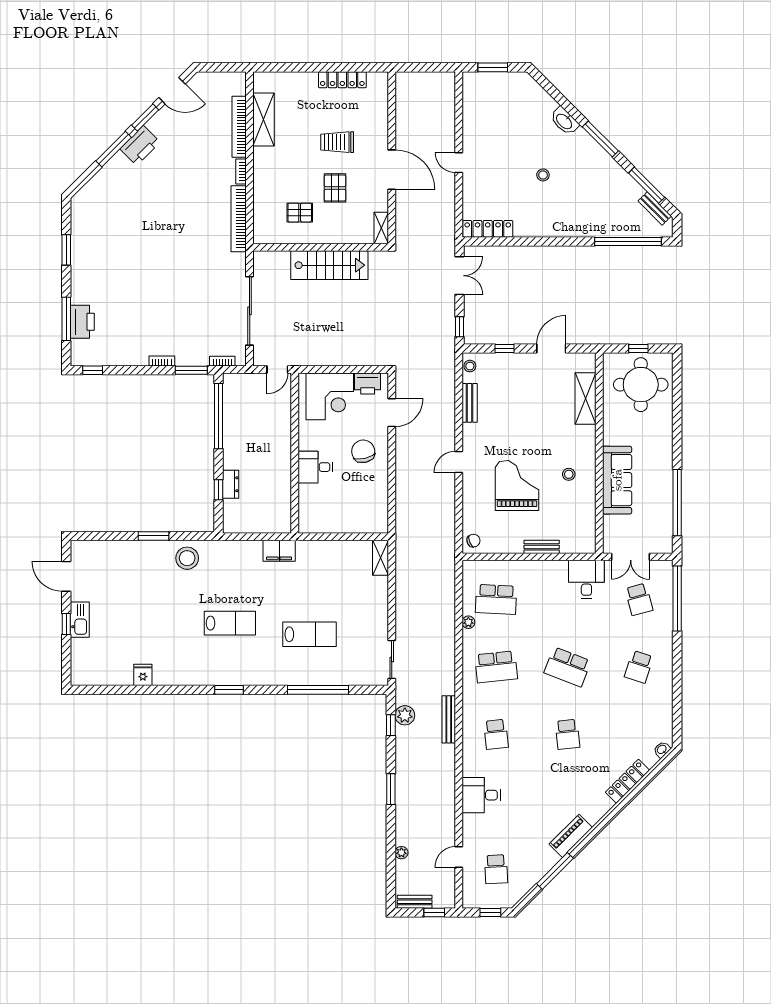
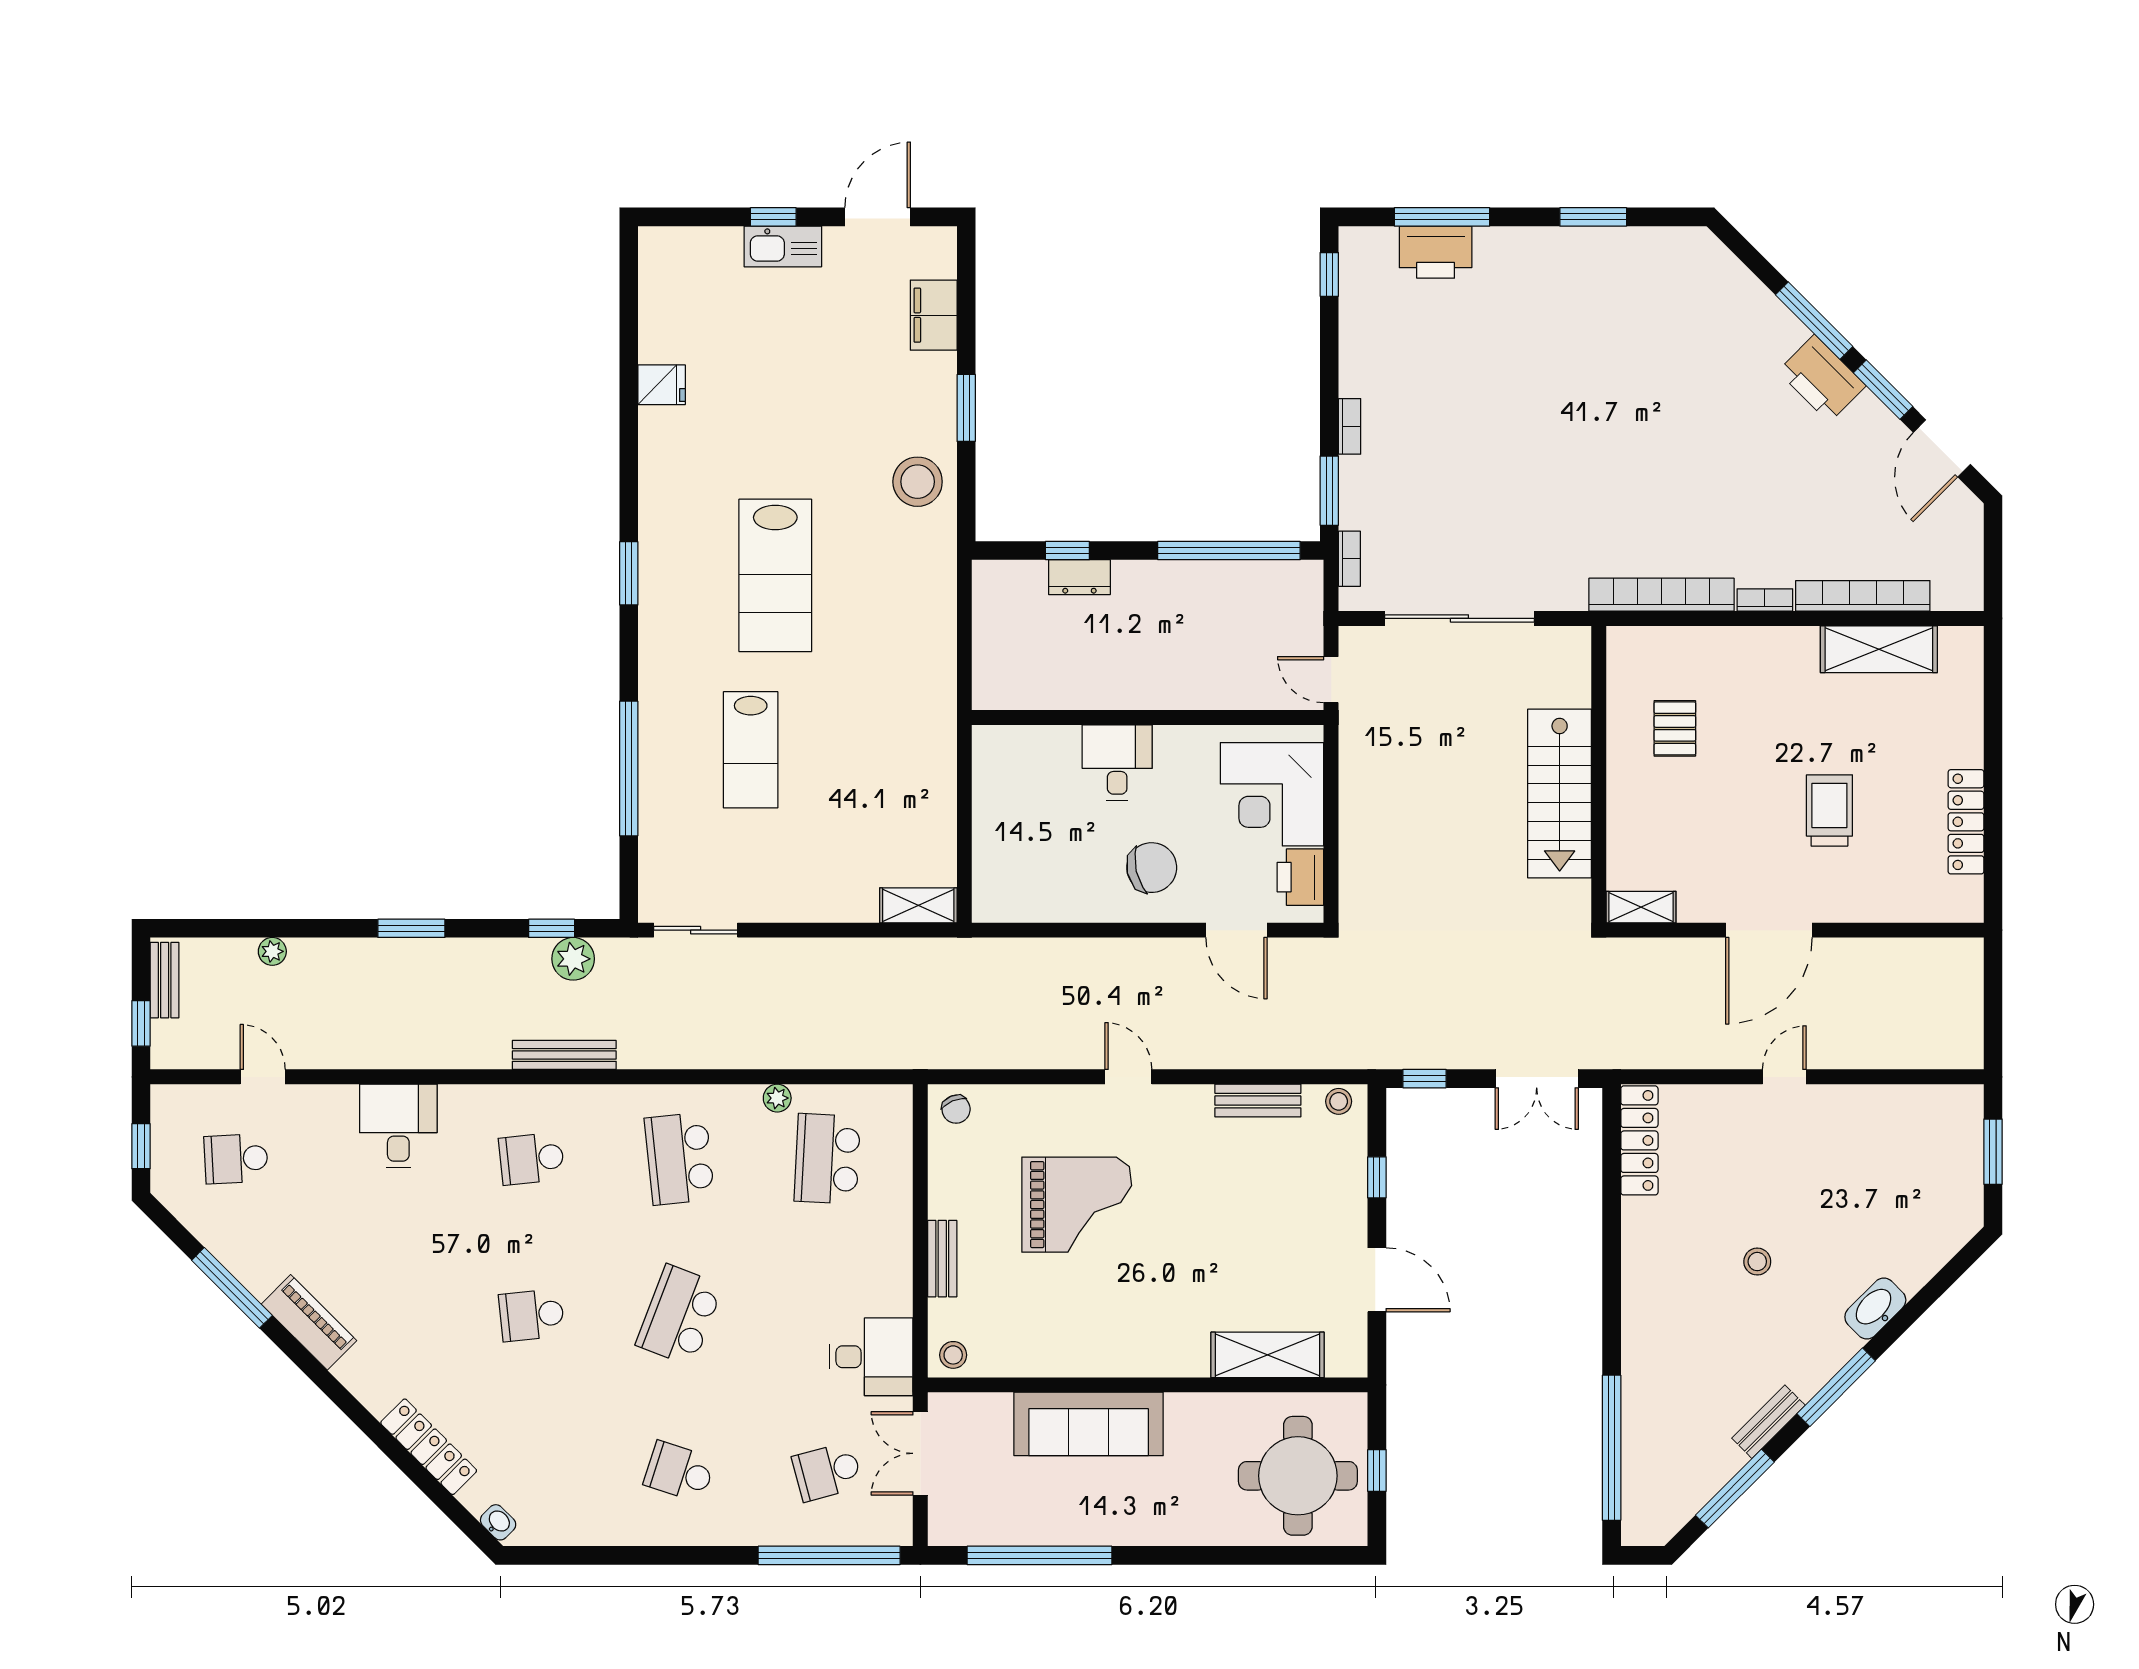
pallet: (335, 188) -> (1729, 806), removed
bench: (655, 209) -> (1768, 1422), moved
stool: (569, 474) -> (953, 1355), moved
filing cabinet: (279, 551) -> (934, 315), moved
lab bench: (230, 623) -> (775, 575), width x1.36, depth x1.39

